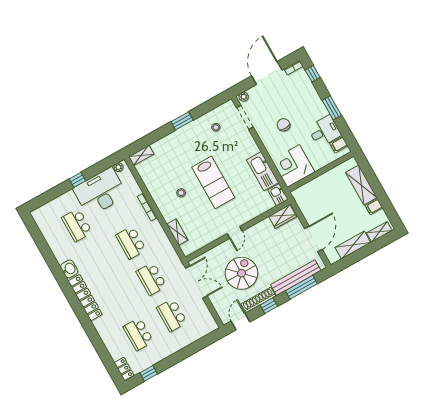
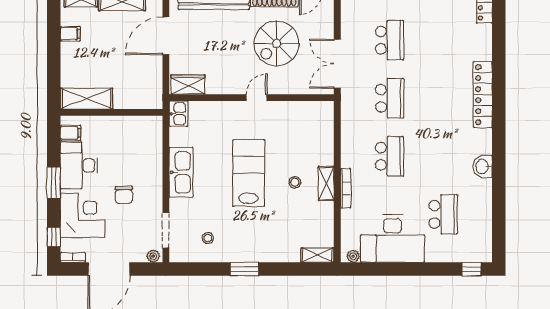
desk: (324, 131) -> (79, 165), width x1.37
corner desk: (293, 166) -> (83, 215), moved, turned -90
kitchen sink: (263, 171) -> (181, 172), moved
window: (77, 180) -> (472, 269), moved
shelving: (361, 185) -> (86, 99), moved, turned 90
shelving: (177, 232) -> (326, 183), moved
locker: (85, 298) -> (483, 95), moved
school desk: (138, 334) -> (443, 40), removed

